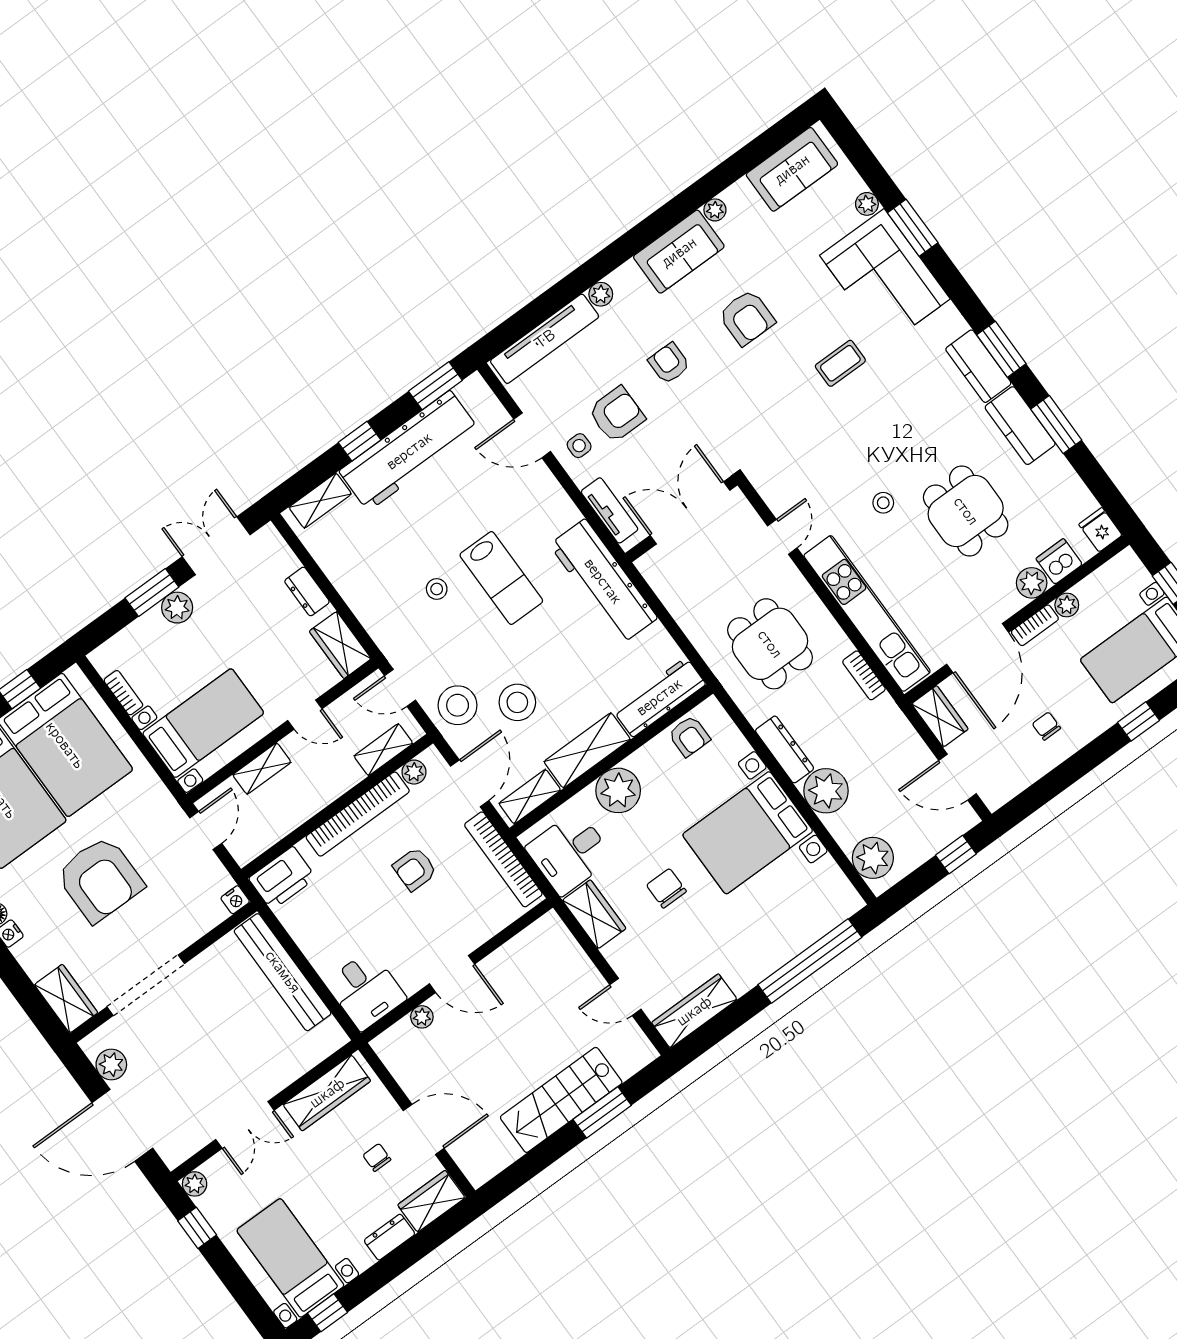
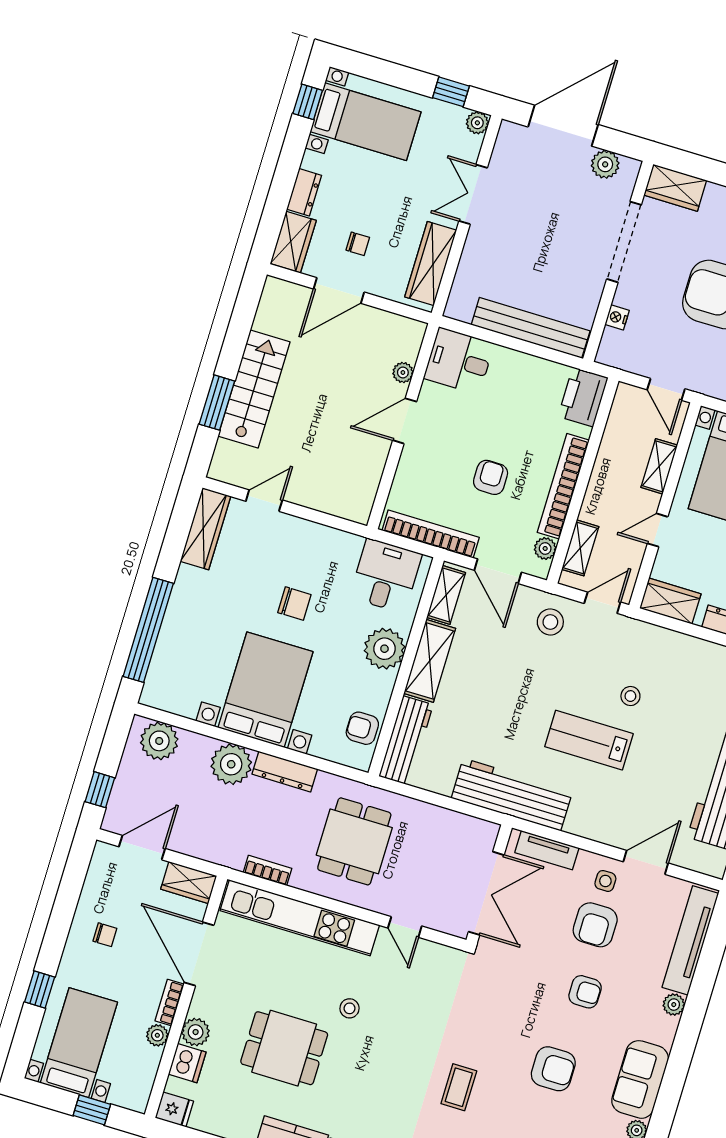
armchair: (747, 318) -> (553, 1069), turned 180
dining table: (770, 644) -> (354, 841), turned 90
stool: (517, 702) -> (508, 657), removed
stool: (458, 705) -> (550, 622), width x0.73, depth x0.73
nightstand: (235, 900) -> (617, 317), moved
wardrobe: (594, 914) -> (333, 544), removed

